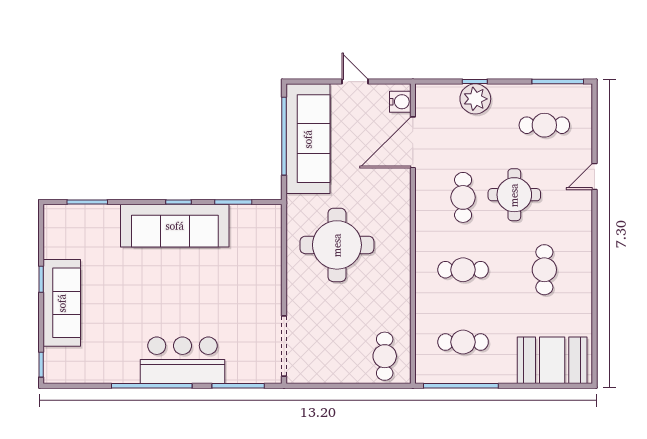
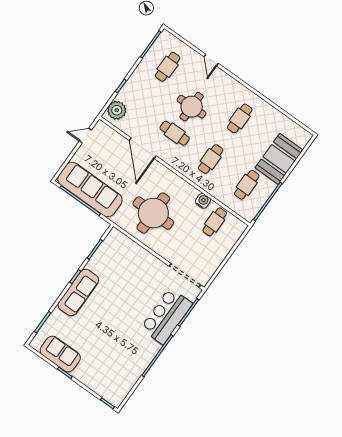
door: (355, 82) -> (85, 136), moved
plant: (475, 99) -> (117, 110), moved
water cooler: (400, 102) -> (203, 201), moved
door: (413, 142) -> (143, 148), moved
sofa: (175, 226) -> (78, 292), width x0.74, depth x0.79
cafe table: (544, 270) -> (240, 118), turned 90
sofa: (62, 303) -> (60, 354), moved, width x0.73
cafe table: (385, 356) -> (215, 222), moved, turned 90
bar counter: (183, 360) -> (166, 316), moved
booth: (552, 360) -> (279, 159), moved

